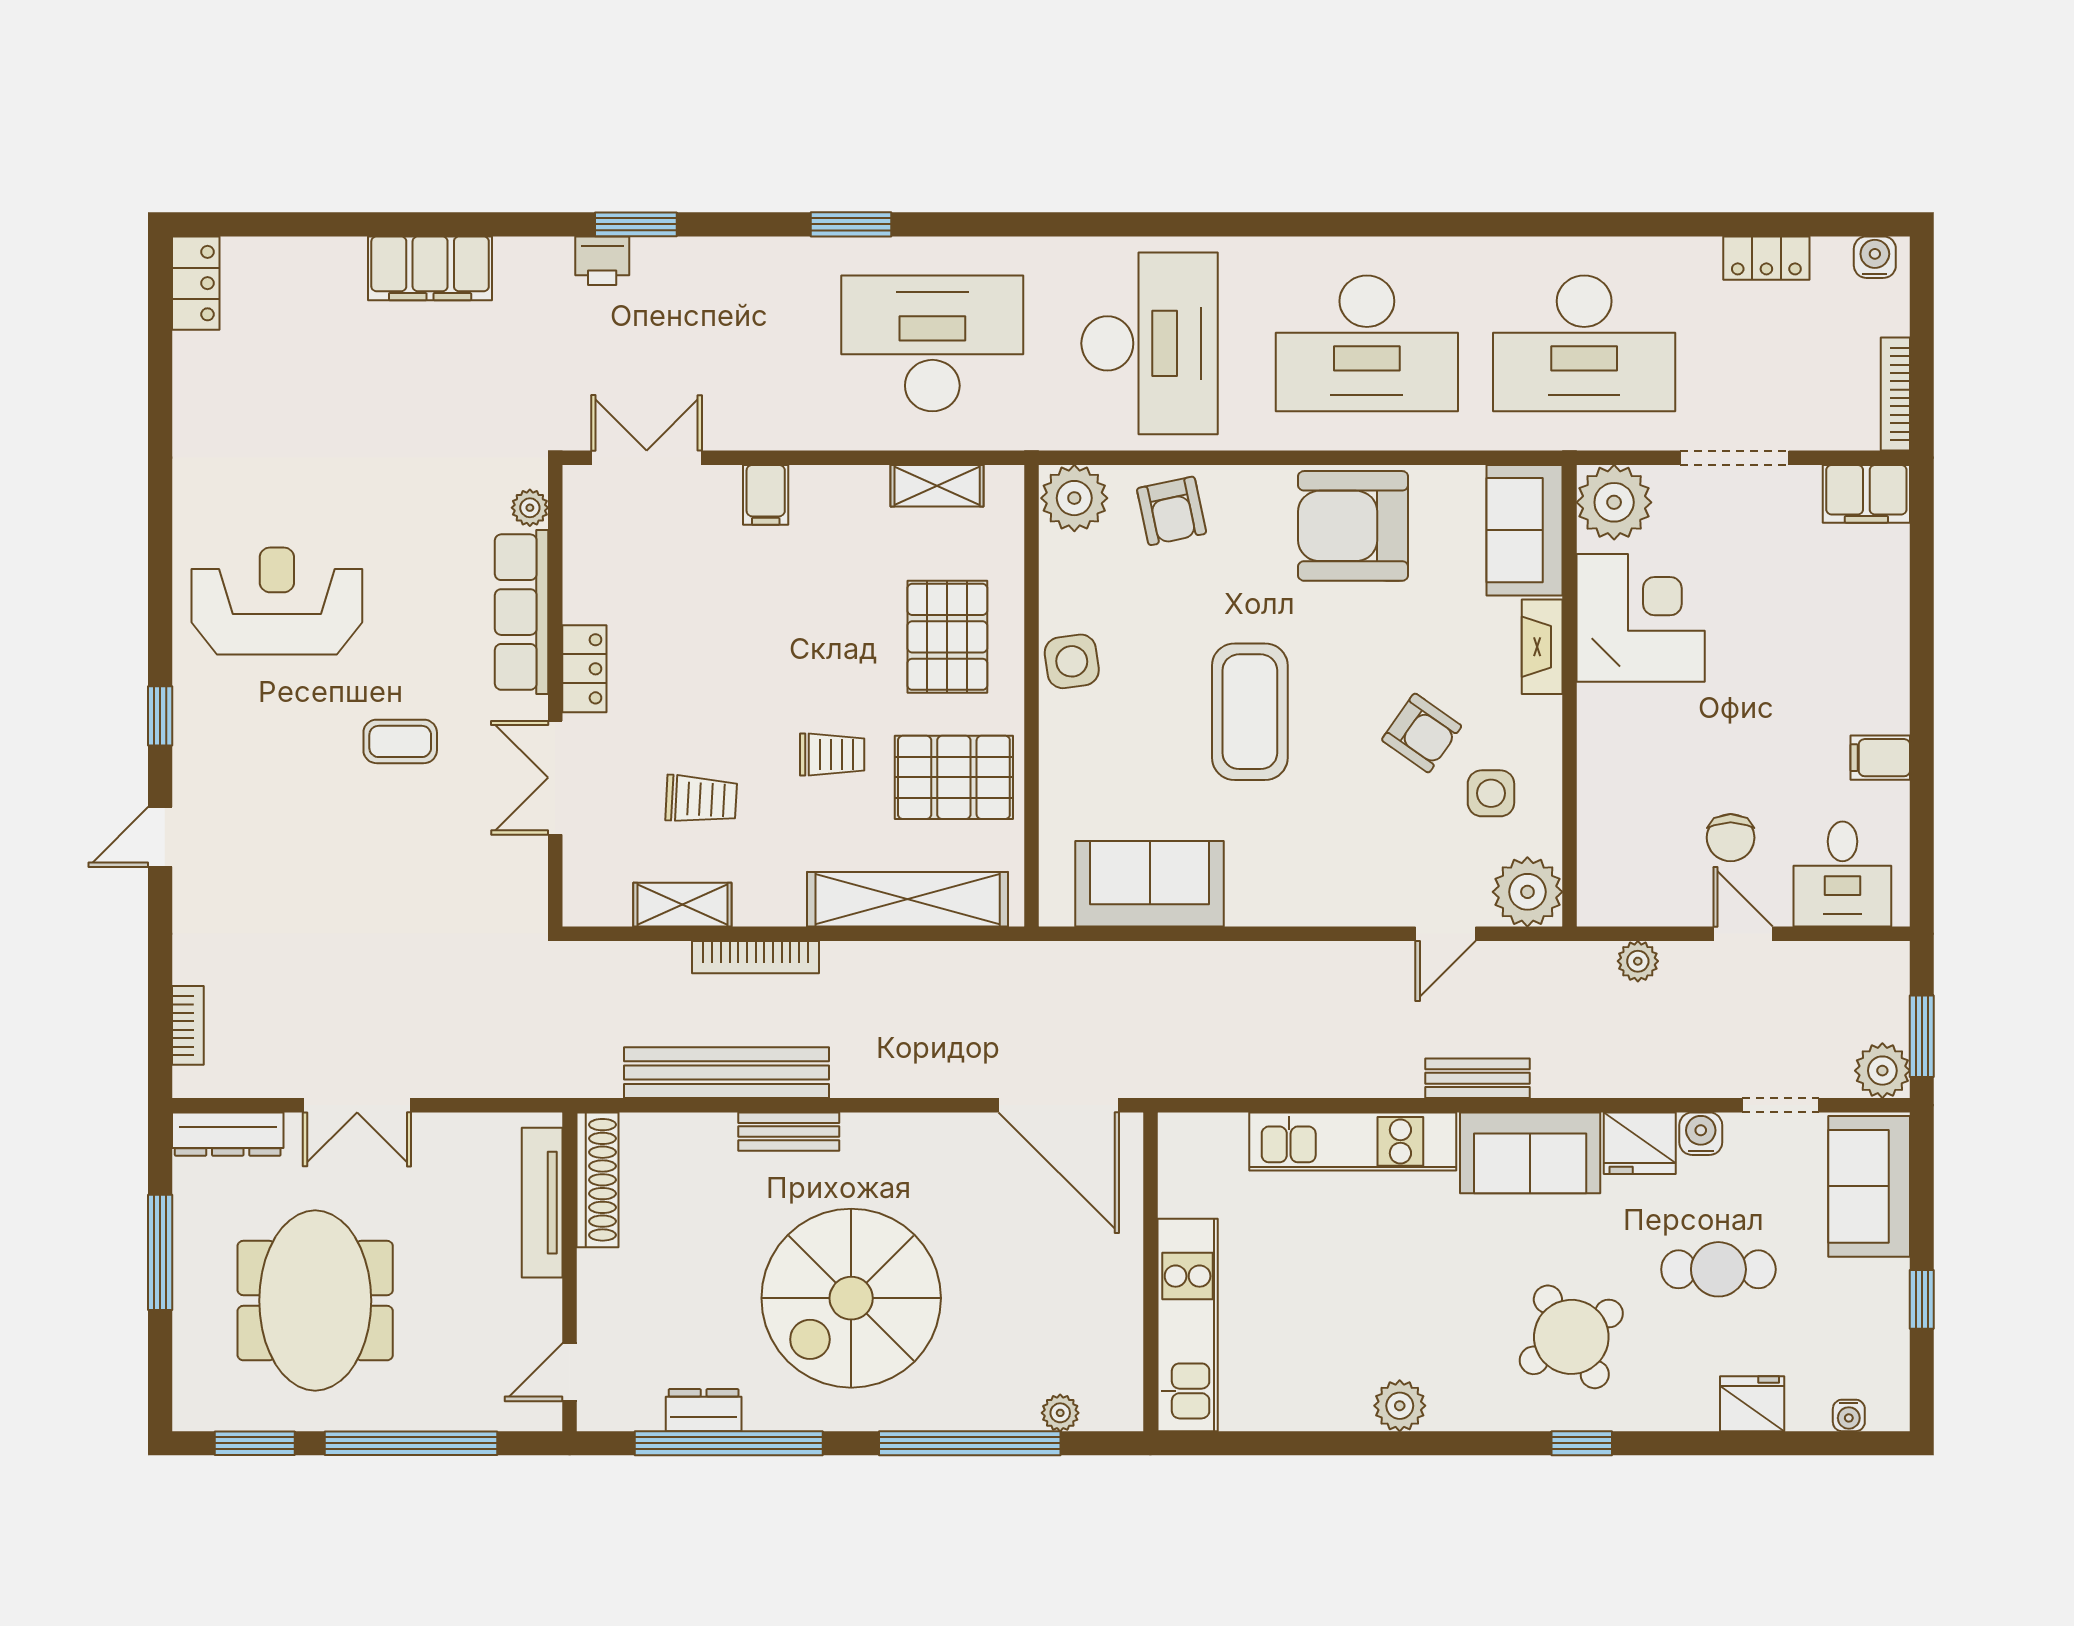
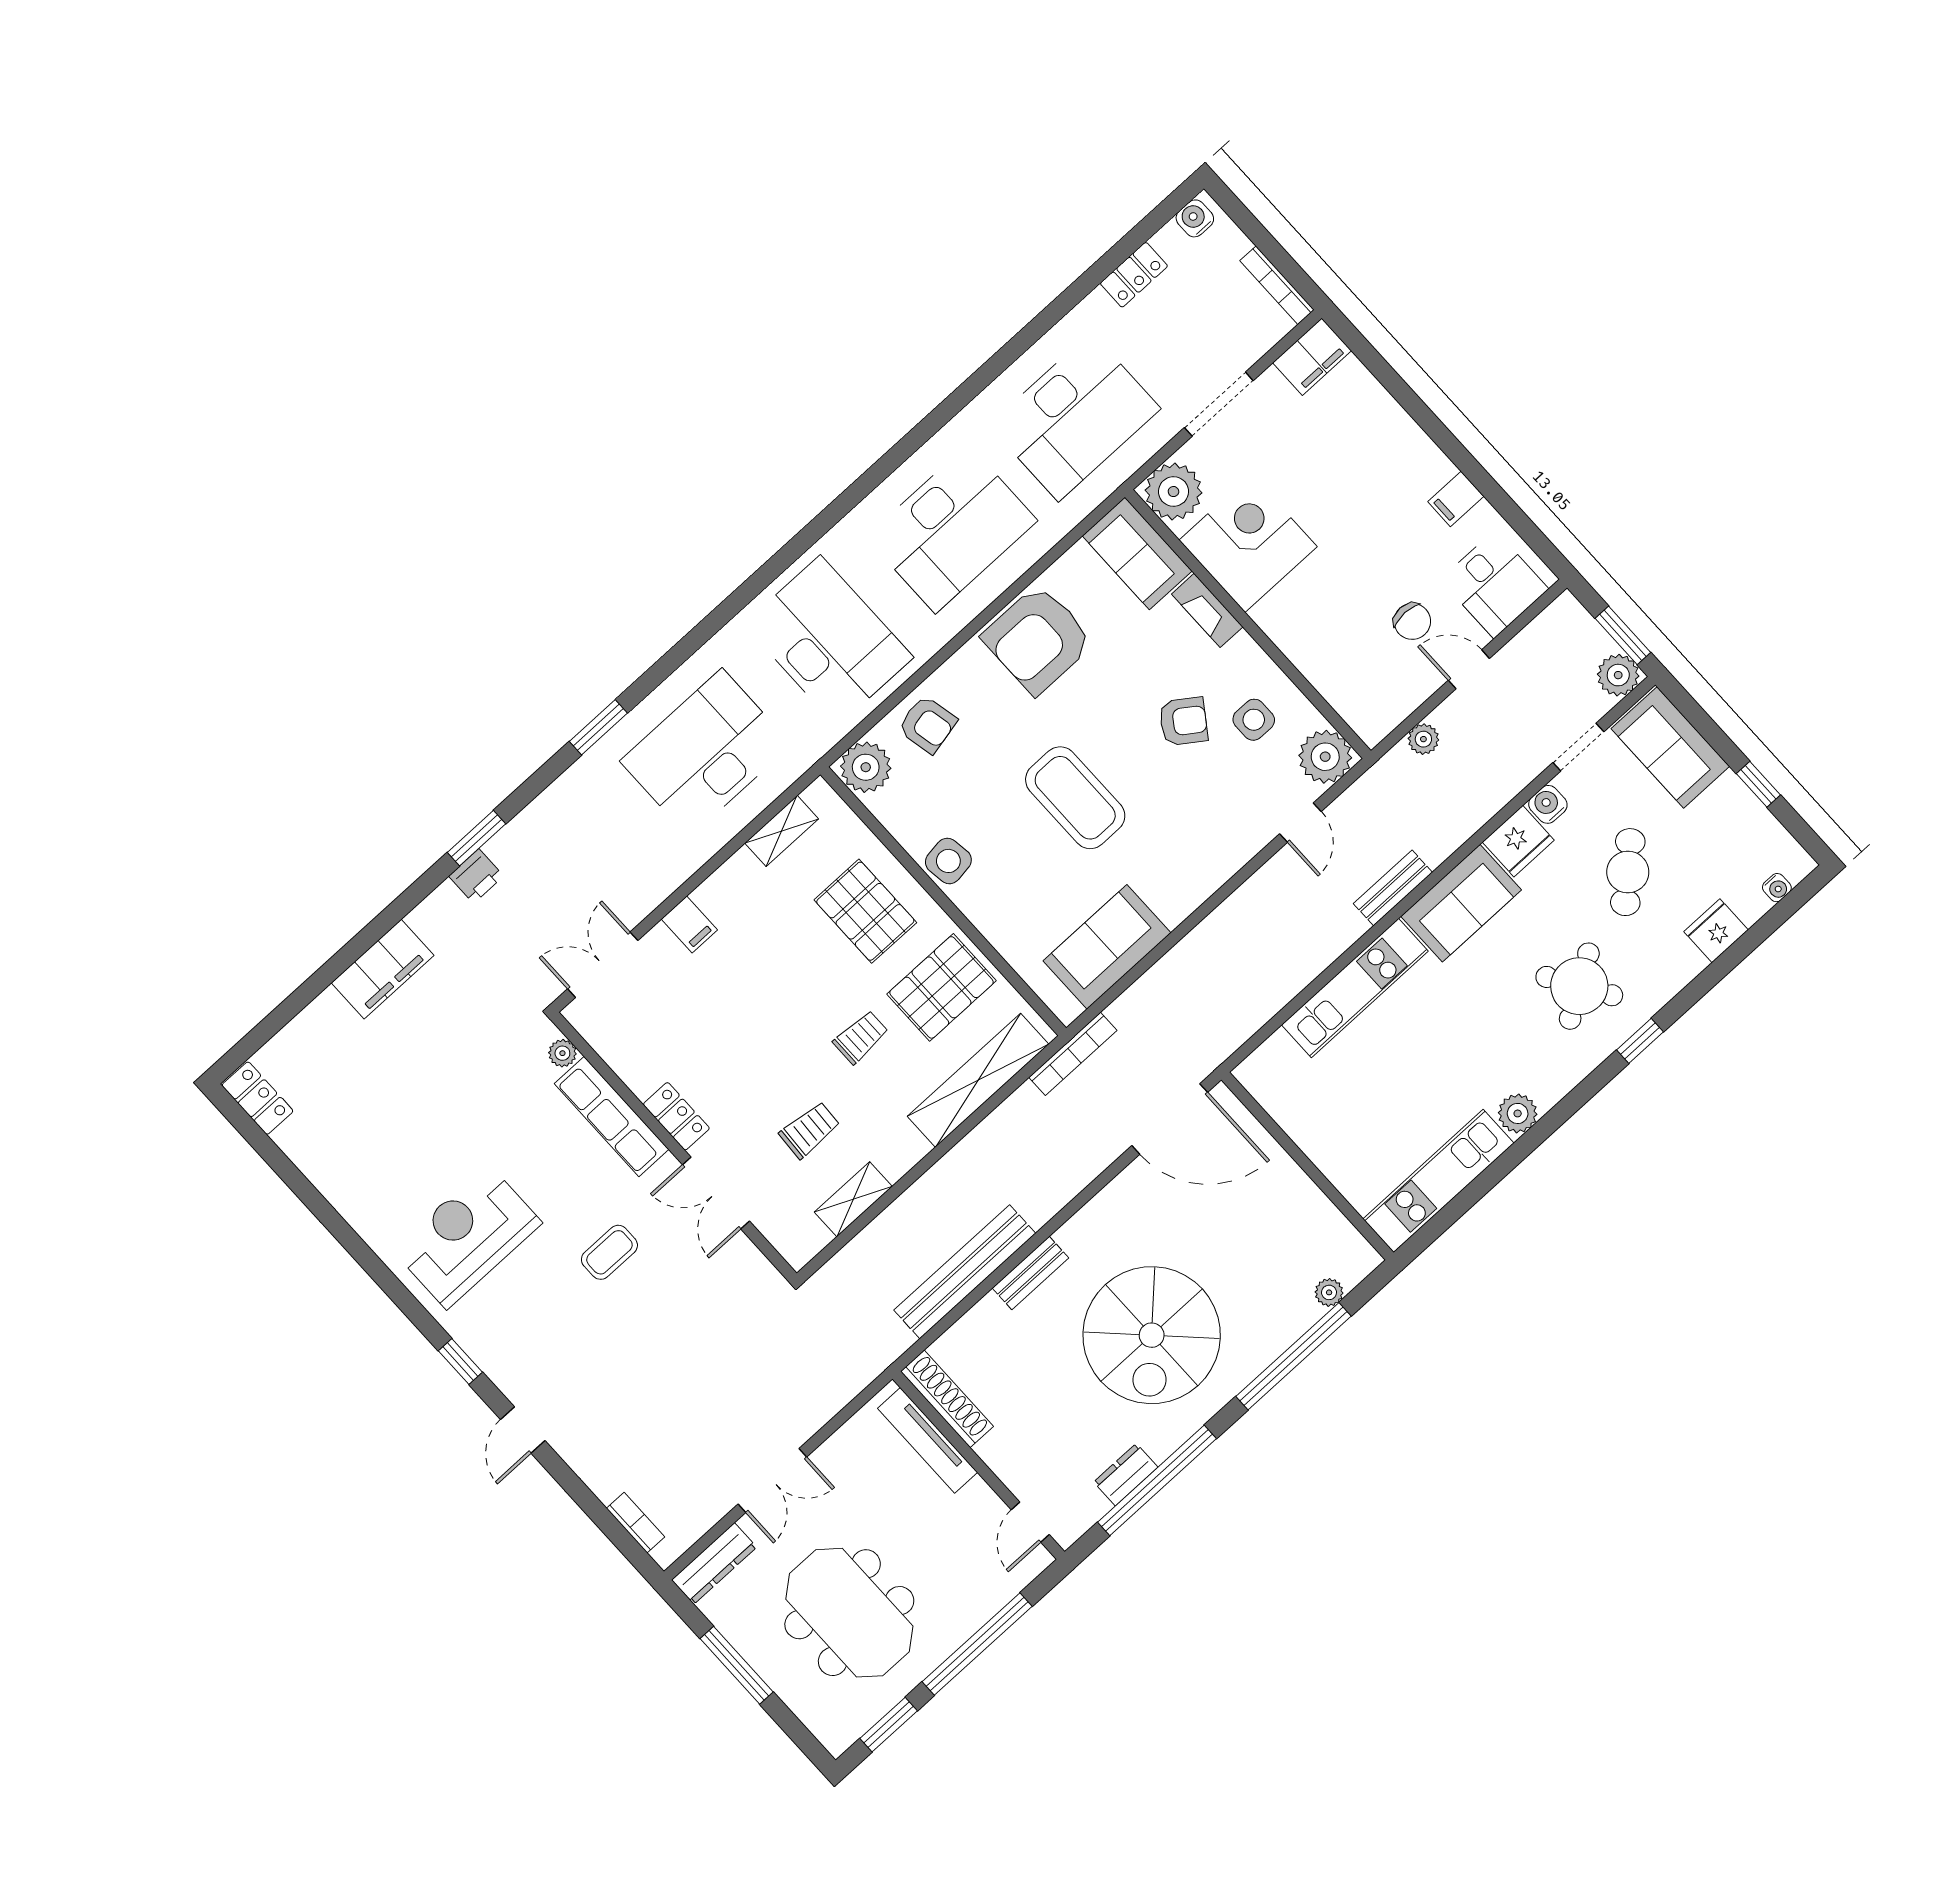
bookcase: (756, 957) -> (1073, 1054), moved
cafe table: (1718, 1269) -> (1628, 872), turned -43
kitchen unit: (1188, 1325) -> (1438, 1181), moved, turned -90

